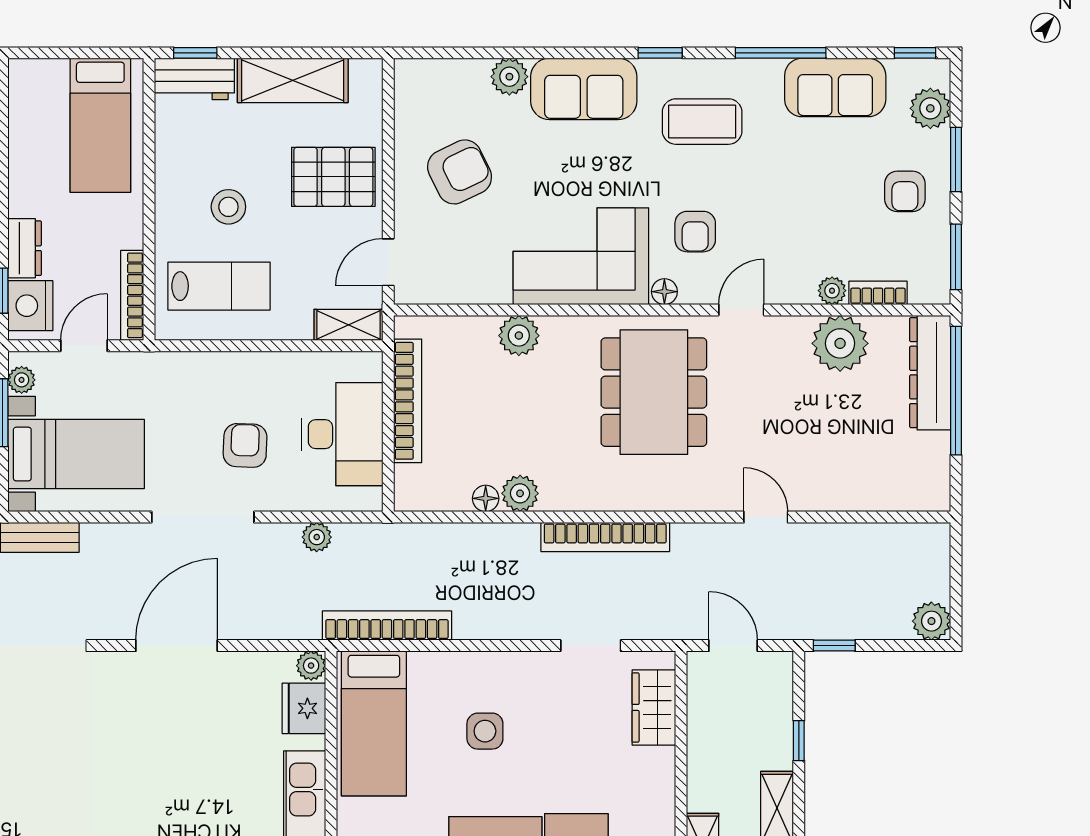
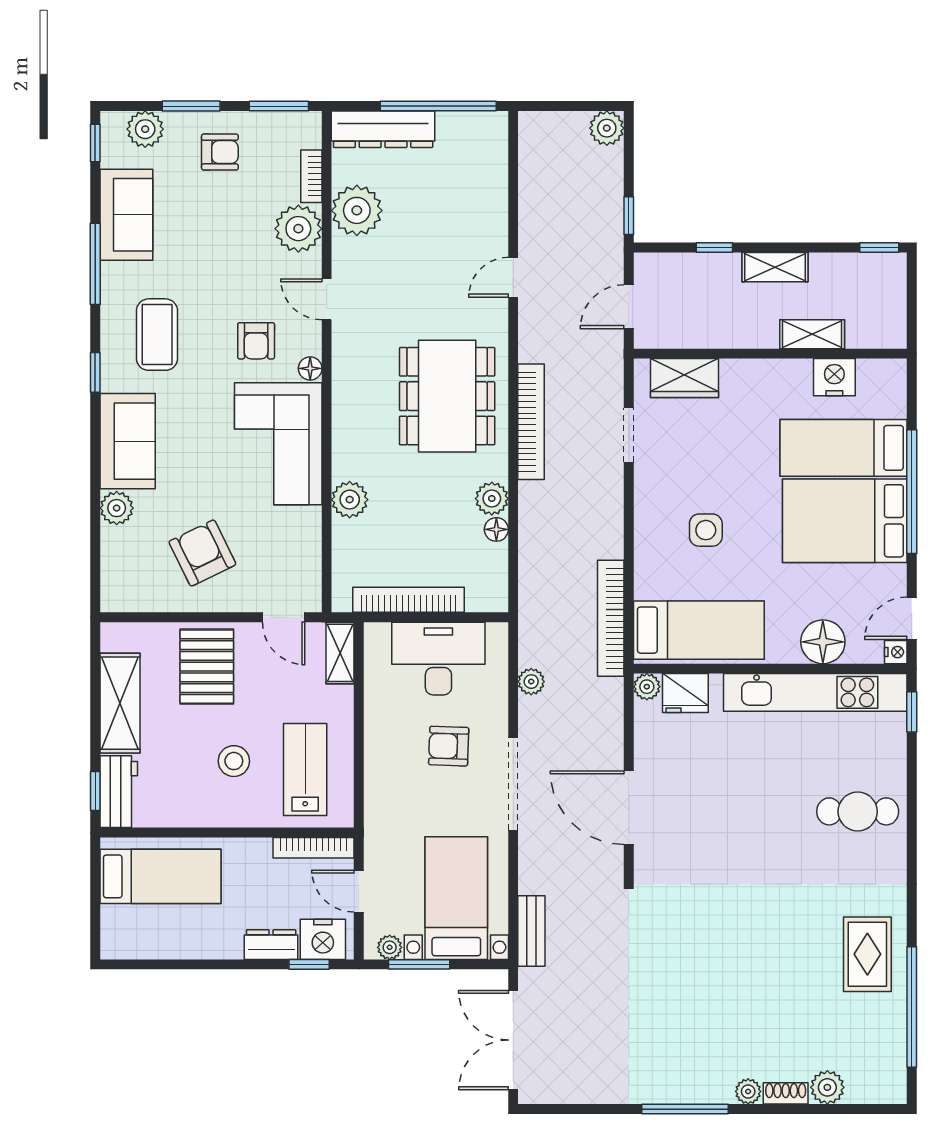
armchair: (695, 232) -> (256, 341), turned 90
plant: (832, 291) -> (298, 229), width x1.88, depth x1.88
window: (956, 391) -> (438, 106), moved
dining table: (654, 392) -> (447, 396), moved, turned 90

